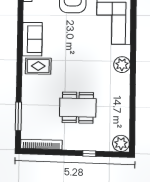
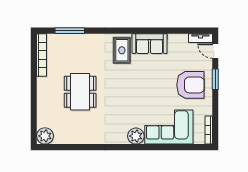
plant: (122, 65) -> (136, 136), moved
window: (89, 154) -> (34, 104), removed

